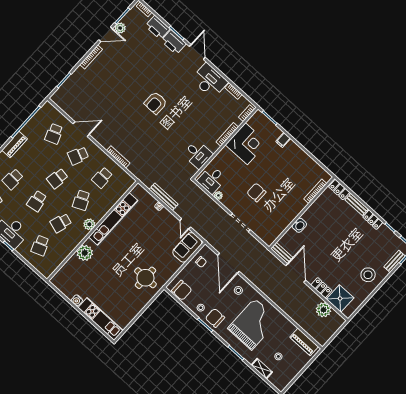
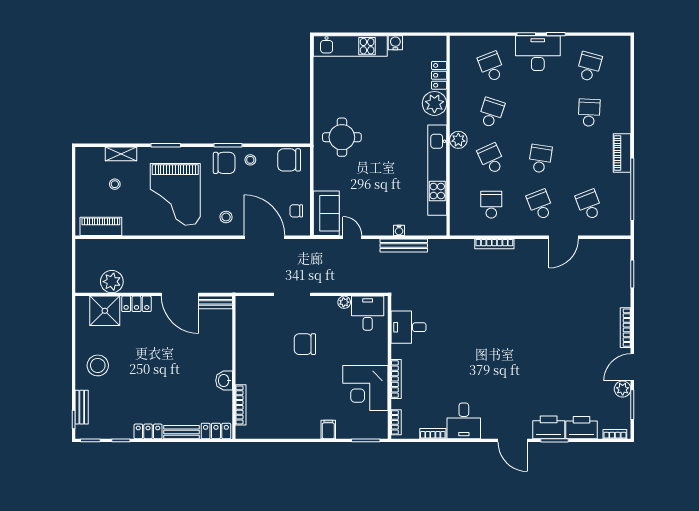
desk: (209, 81) -> (464, 421), width x0.73
armchair: (156, 103) -> (507, 342), removed
school desk: (78, 156) -> (540, 205), turned -45
chair: (256, 192) -> (305, 344), turned 180
school desk: (37, 201) -> (540, 113), removed
washbasin: (299, 225) -> (224, 380), moved
locker: (70, 265) -> (439, 75), added

